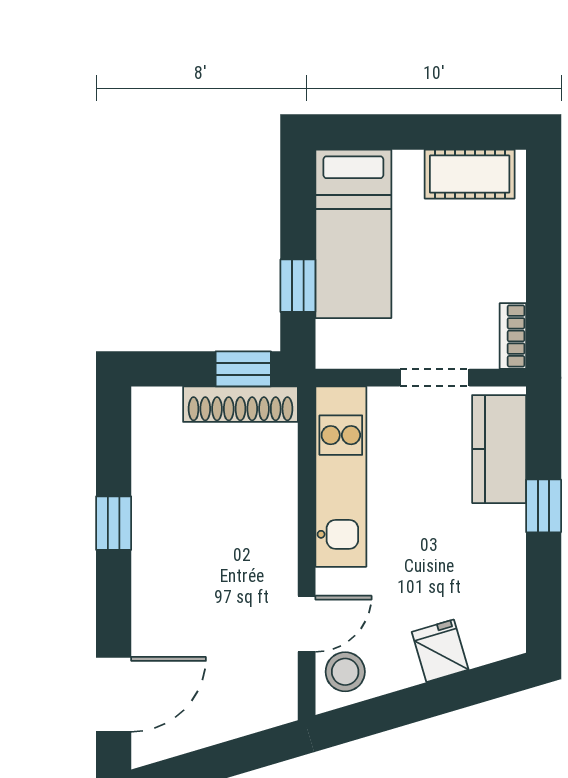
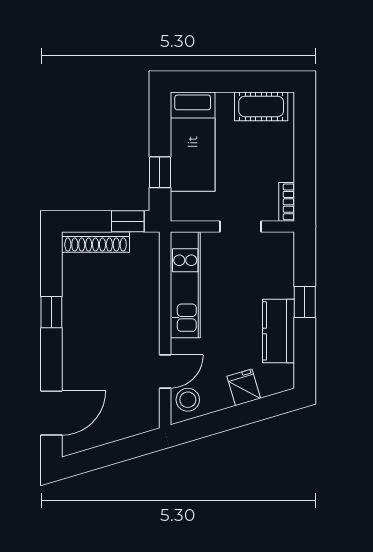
shoe rack: (240, 404) -> (96, 242), moved
kitchen counter: (499, 449) -> (278, 331), moved

